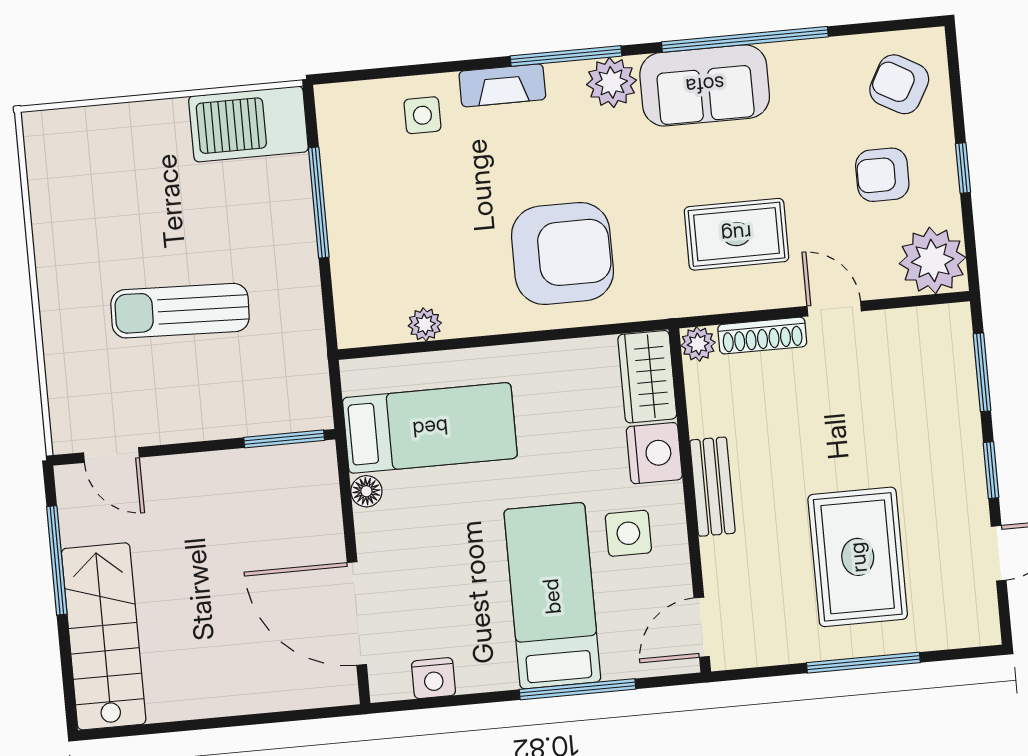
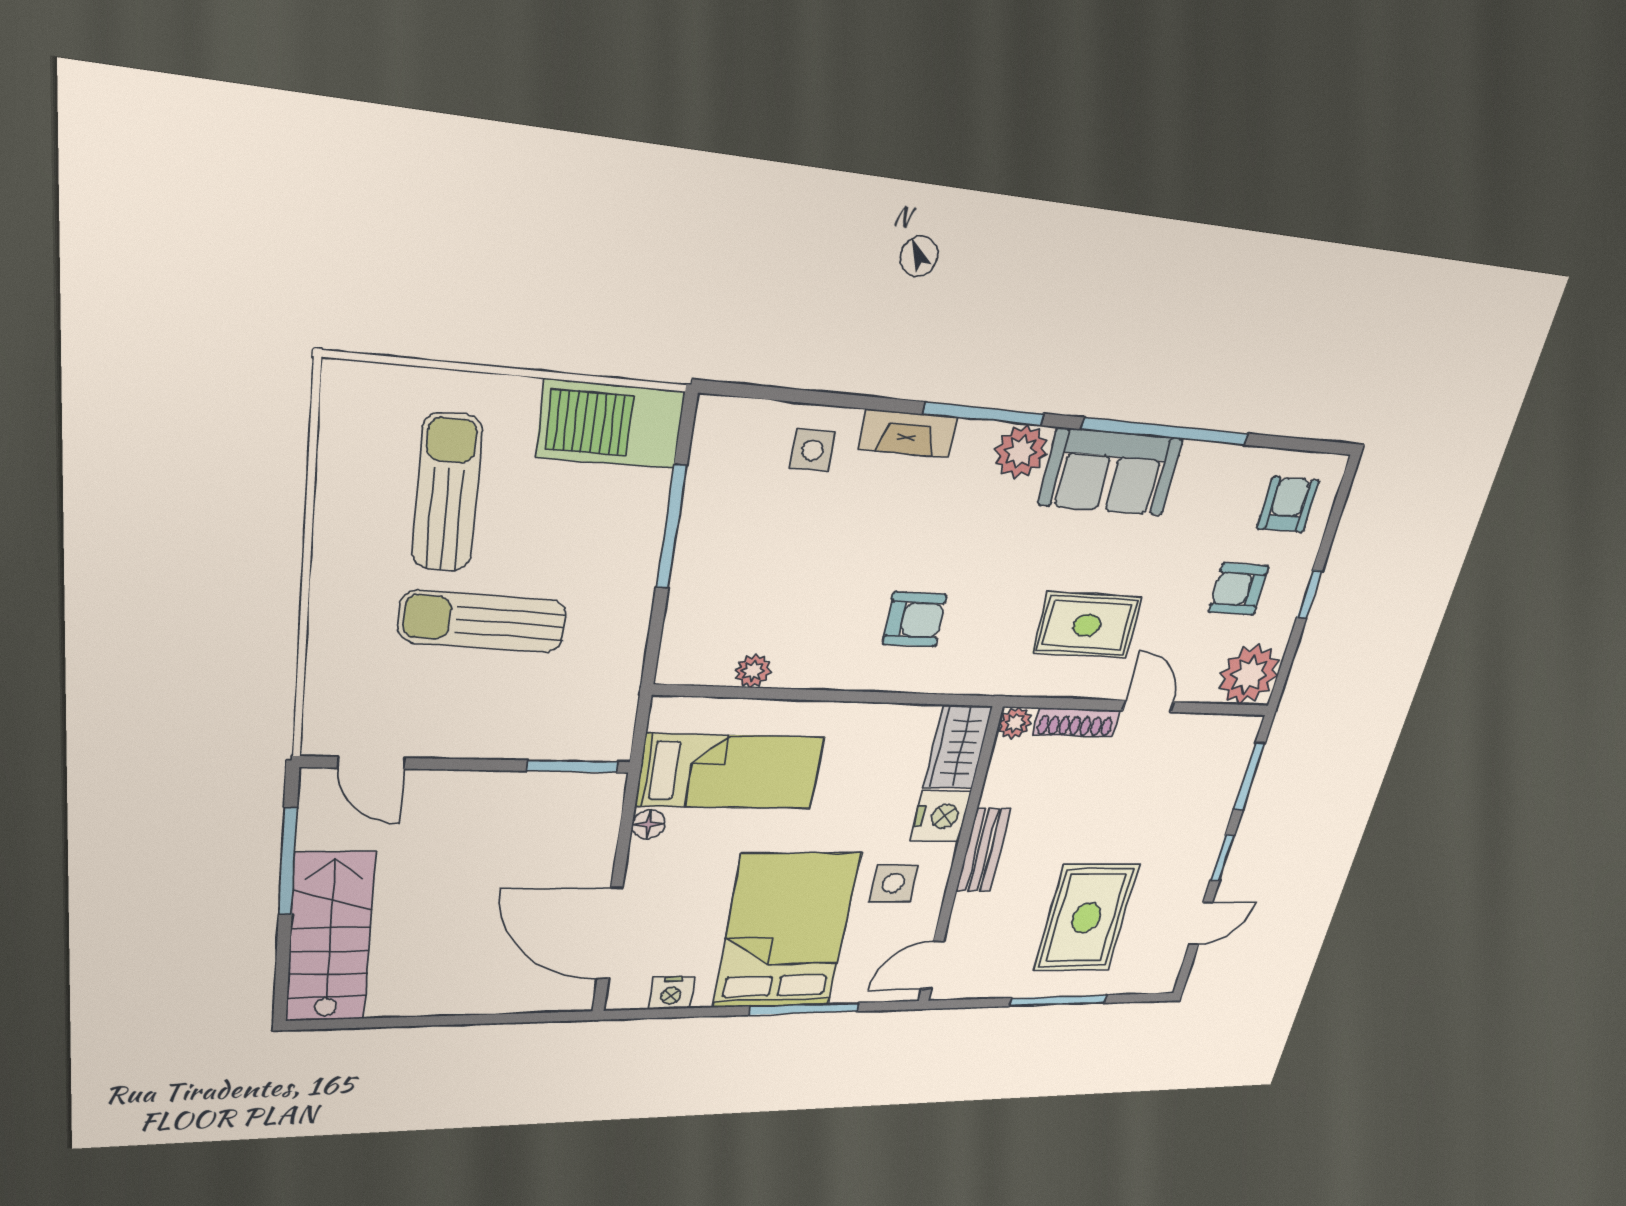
armchair: (899, 84) -> (1288, 505), turned 61
sun lounger: (131, 204) -> (447, 493), added
armchair: (562, 253) -> (915, 619), width x0.53, depth x0.53
bed: (552, 596) -> (786, 931), width x1.50

